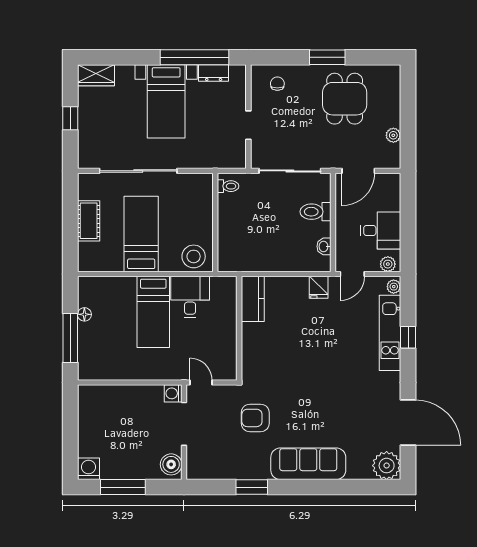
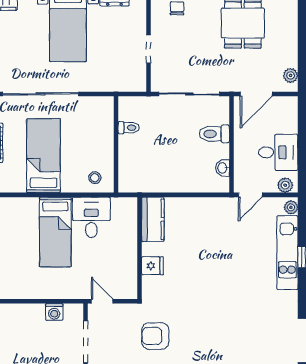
plant: (393, 135) -> (291, 75), moved
toilet: (228, 186) -> (129, 128), moved
stool: (194, 256) -> (95, 178), width x0.53, depth x0.53
fridge: (319, 287) -> (153, 266), moved, turned -90
washing machine: (173, 393) -> (54, 312), moved, turned -90

